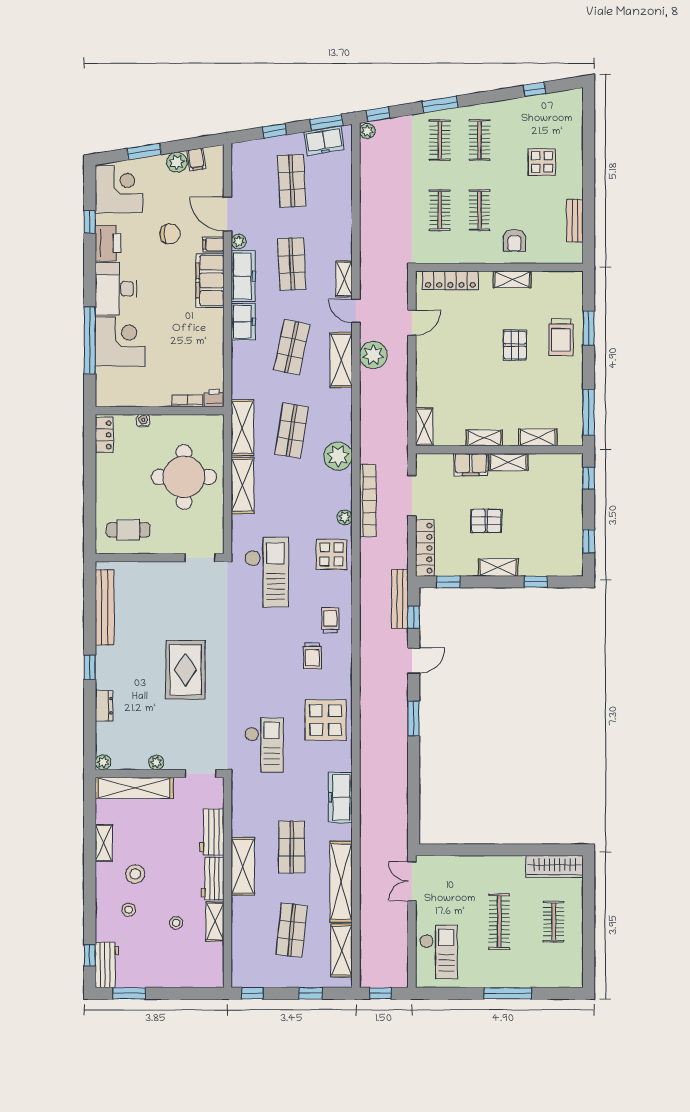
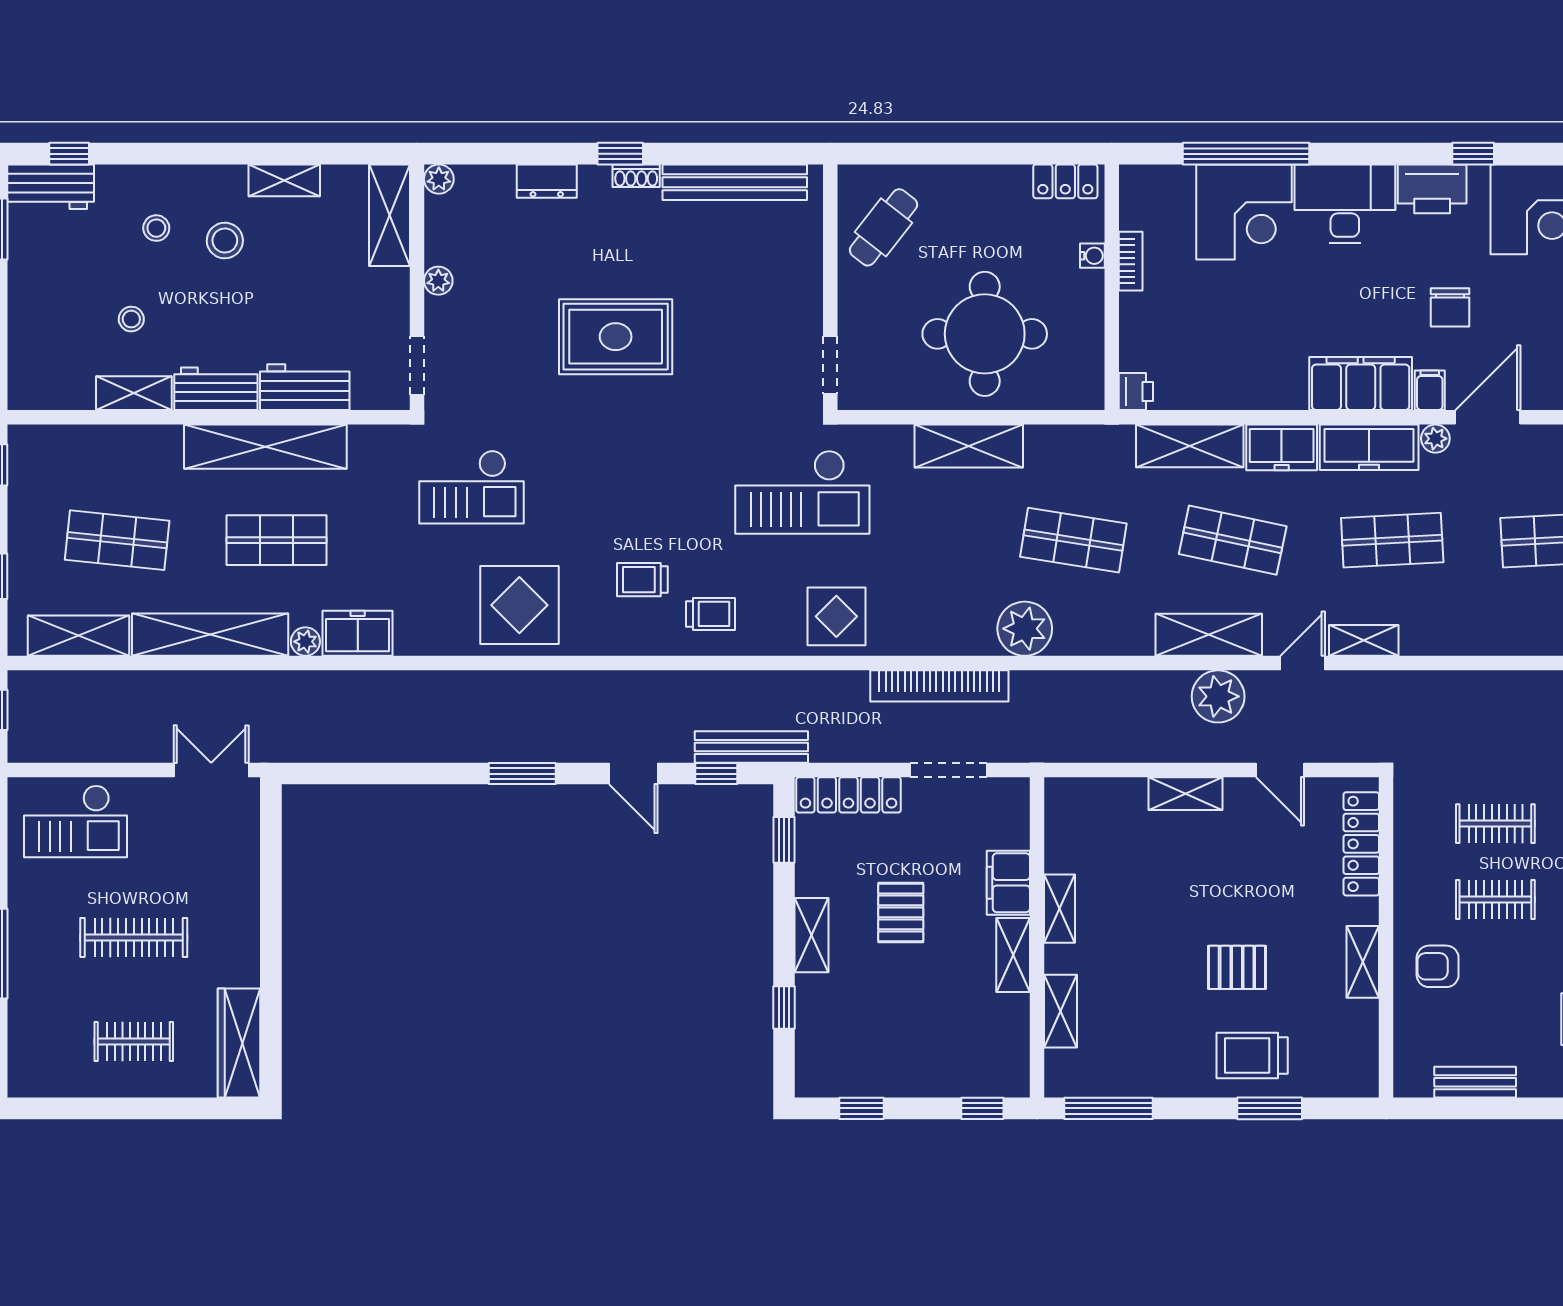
bookcase: (187, 401) -> (1131, 261), moved
shelving: (424, 427) -> (1186, 794), moved
shelving: (242, 428) -> (1190, 446), moved
plant: (345, 517) -> (305, 642), moved
cafe table: (128, 530) -> (884, 227), turned 38
shoe rack: (101, 659) -> (636, 176), added
shelving: (134, 788) -> (390, 215), width x0.68
freezer: (340, 797) -> (358, 633), width x0.71
shelving: (243, 866) -> (265, 447), width x1.47

